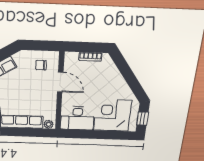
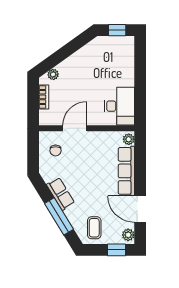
plant: (110, 65) -> (53, 74), added
corner desk: (112, 115) -> (114, 66), removed

